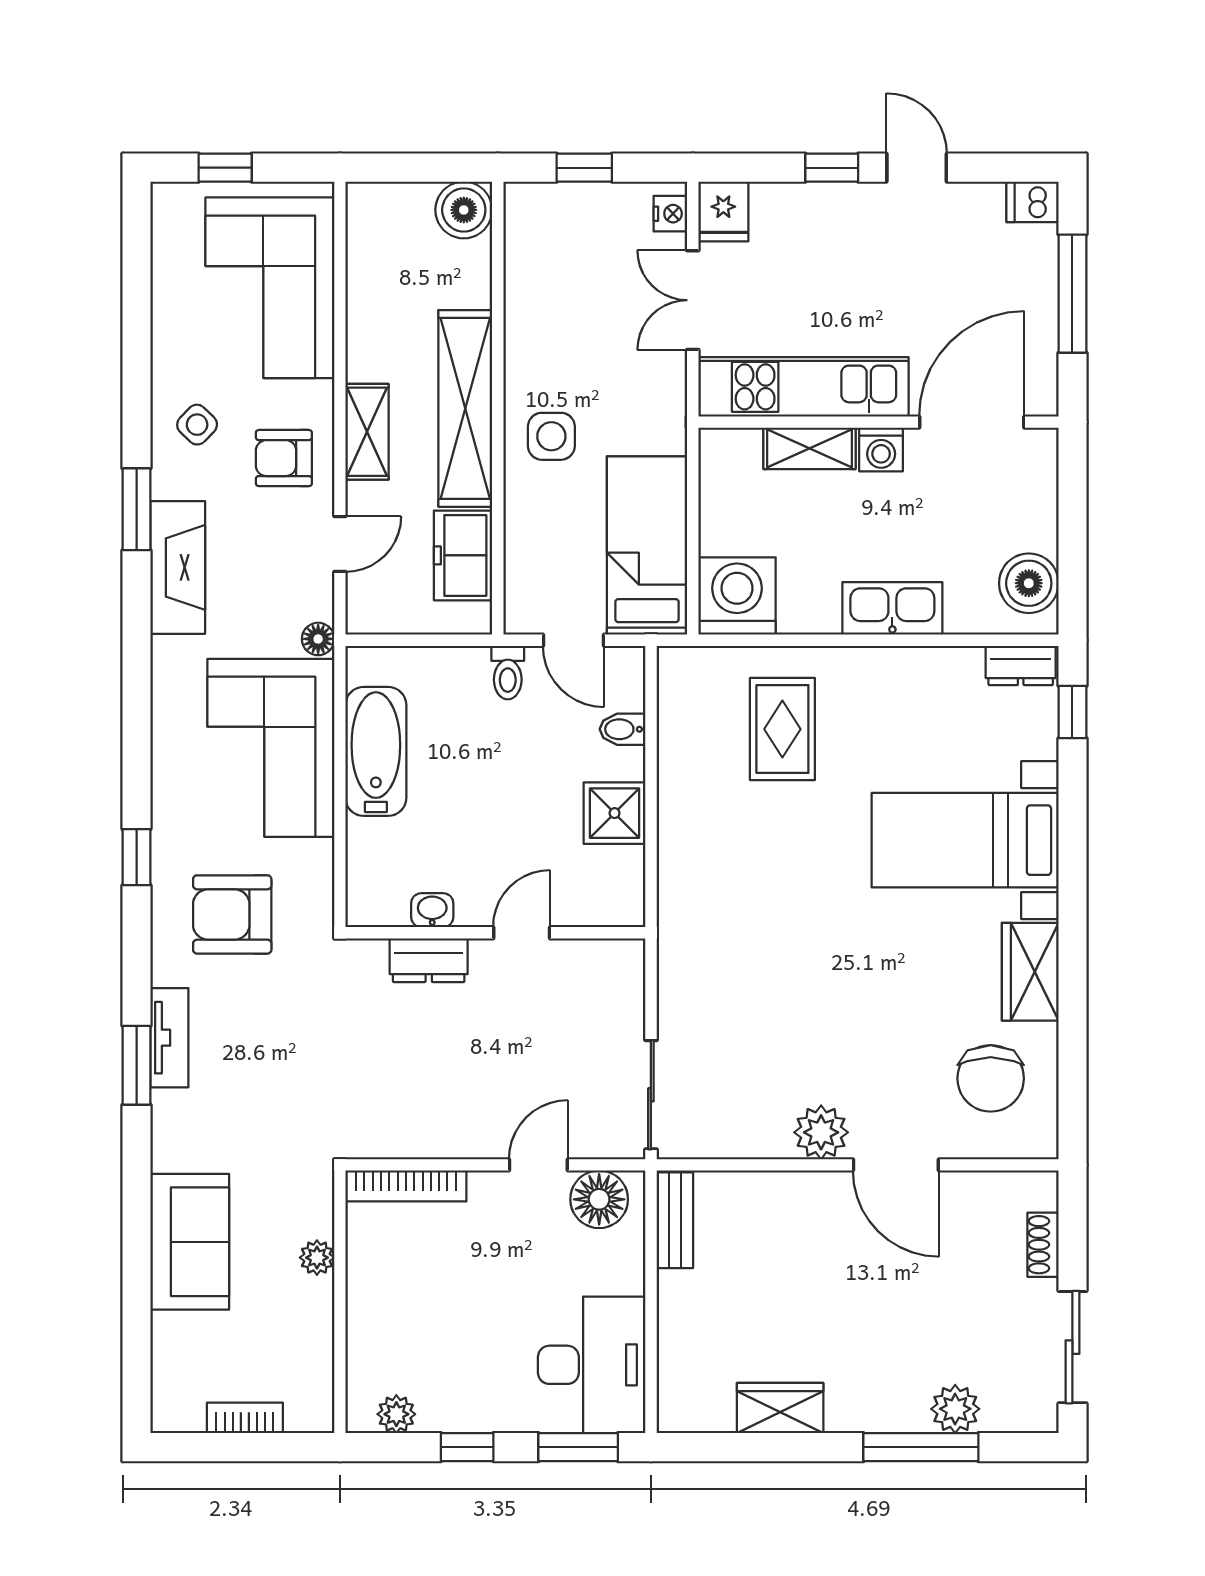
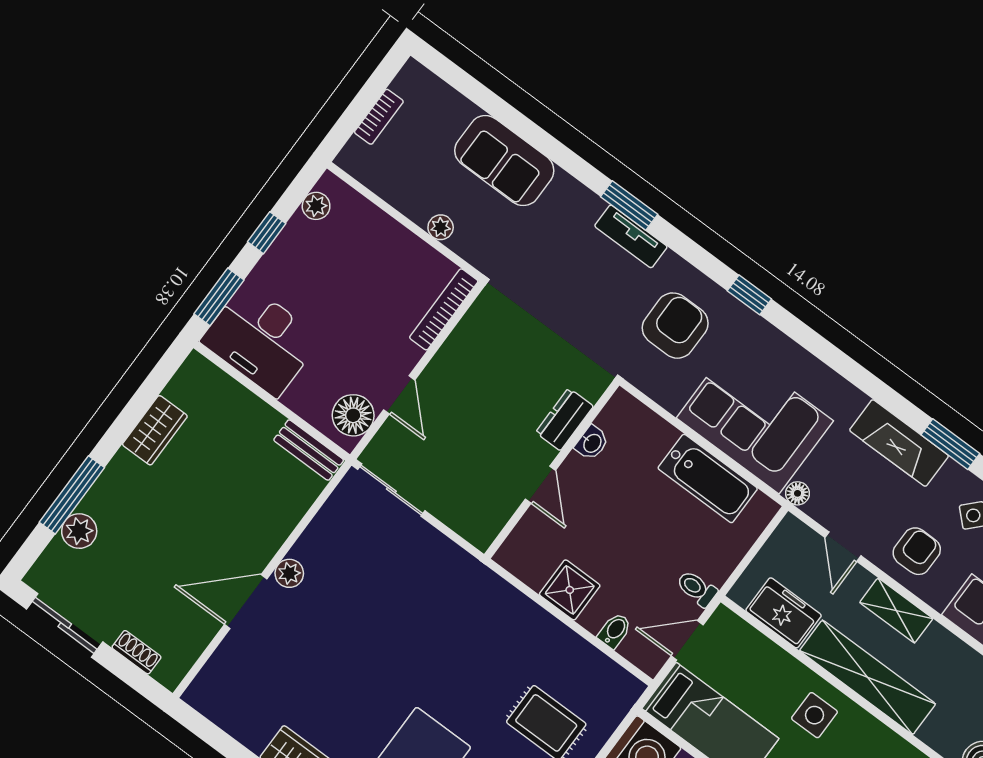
chair: (991, 1078) -> (255, 693), removed
plant: (821, 1132) -> (289, 573), width x0.73, depth x0.73

